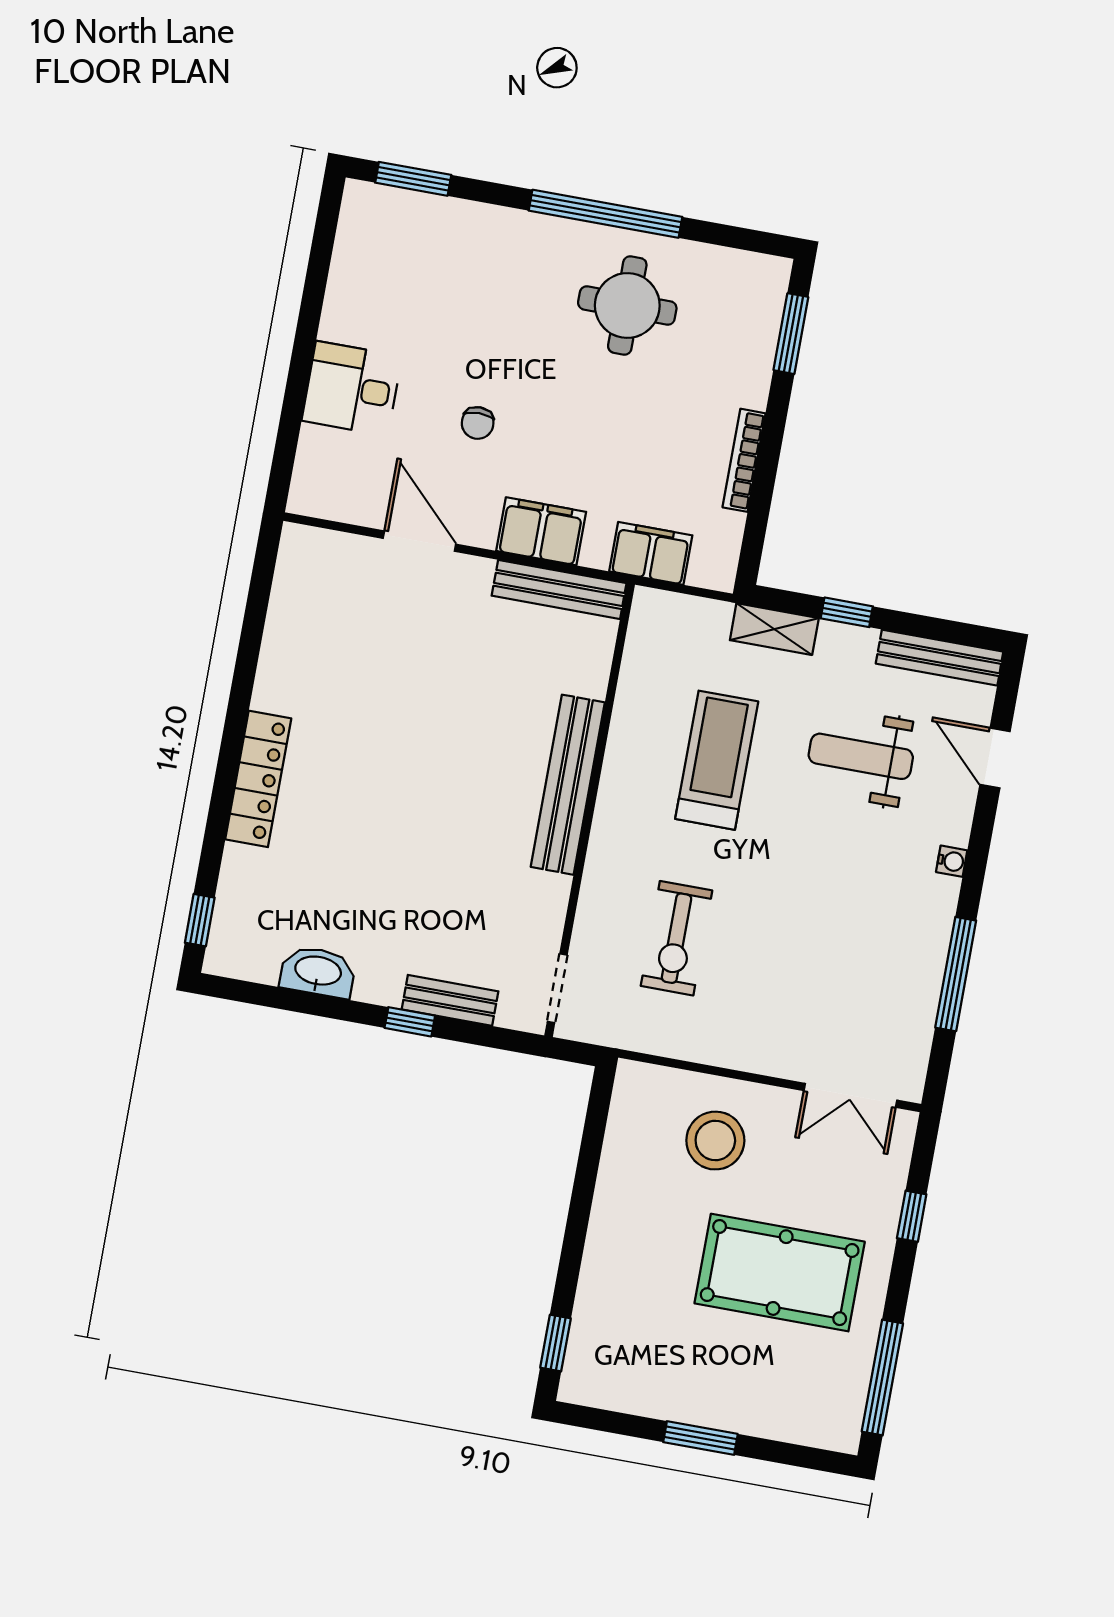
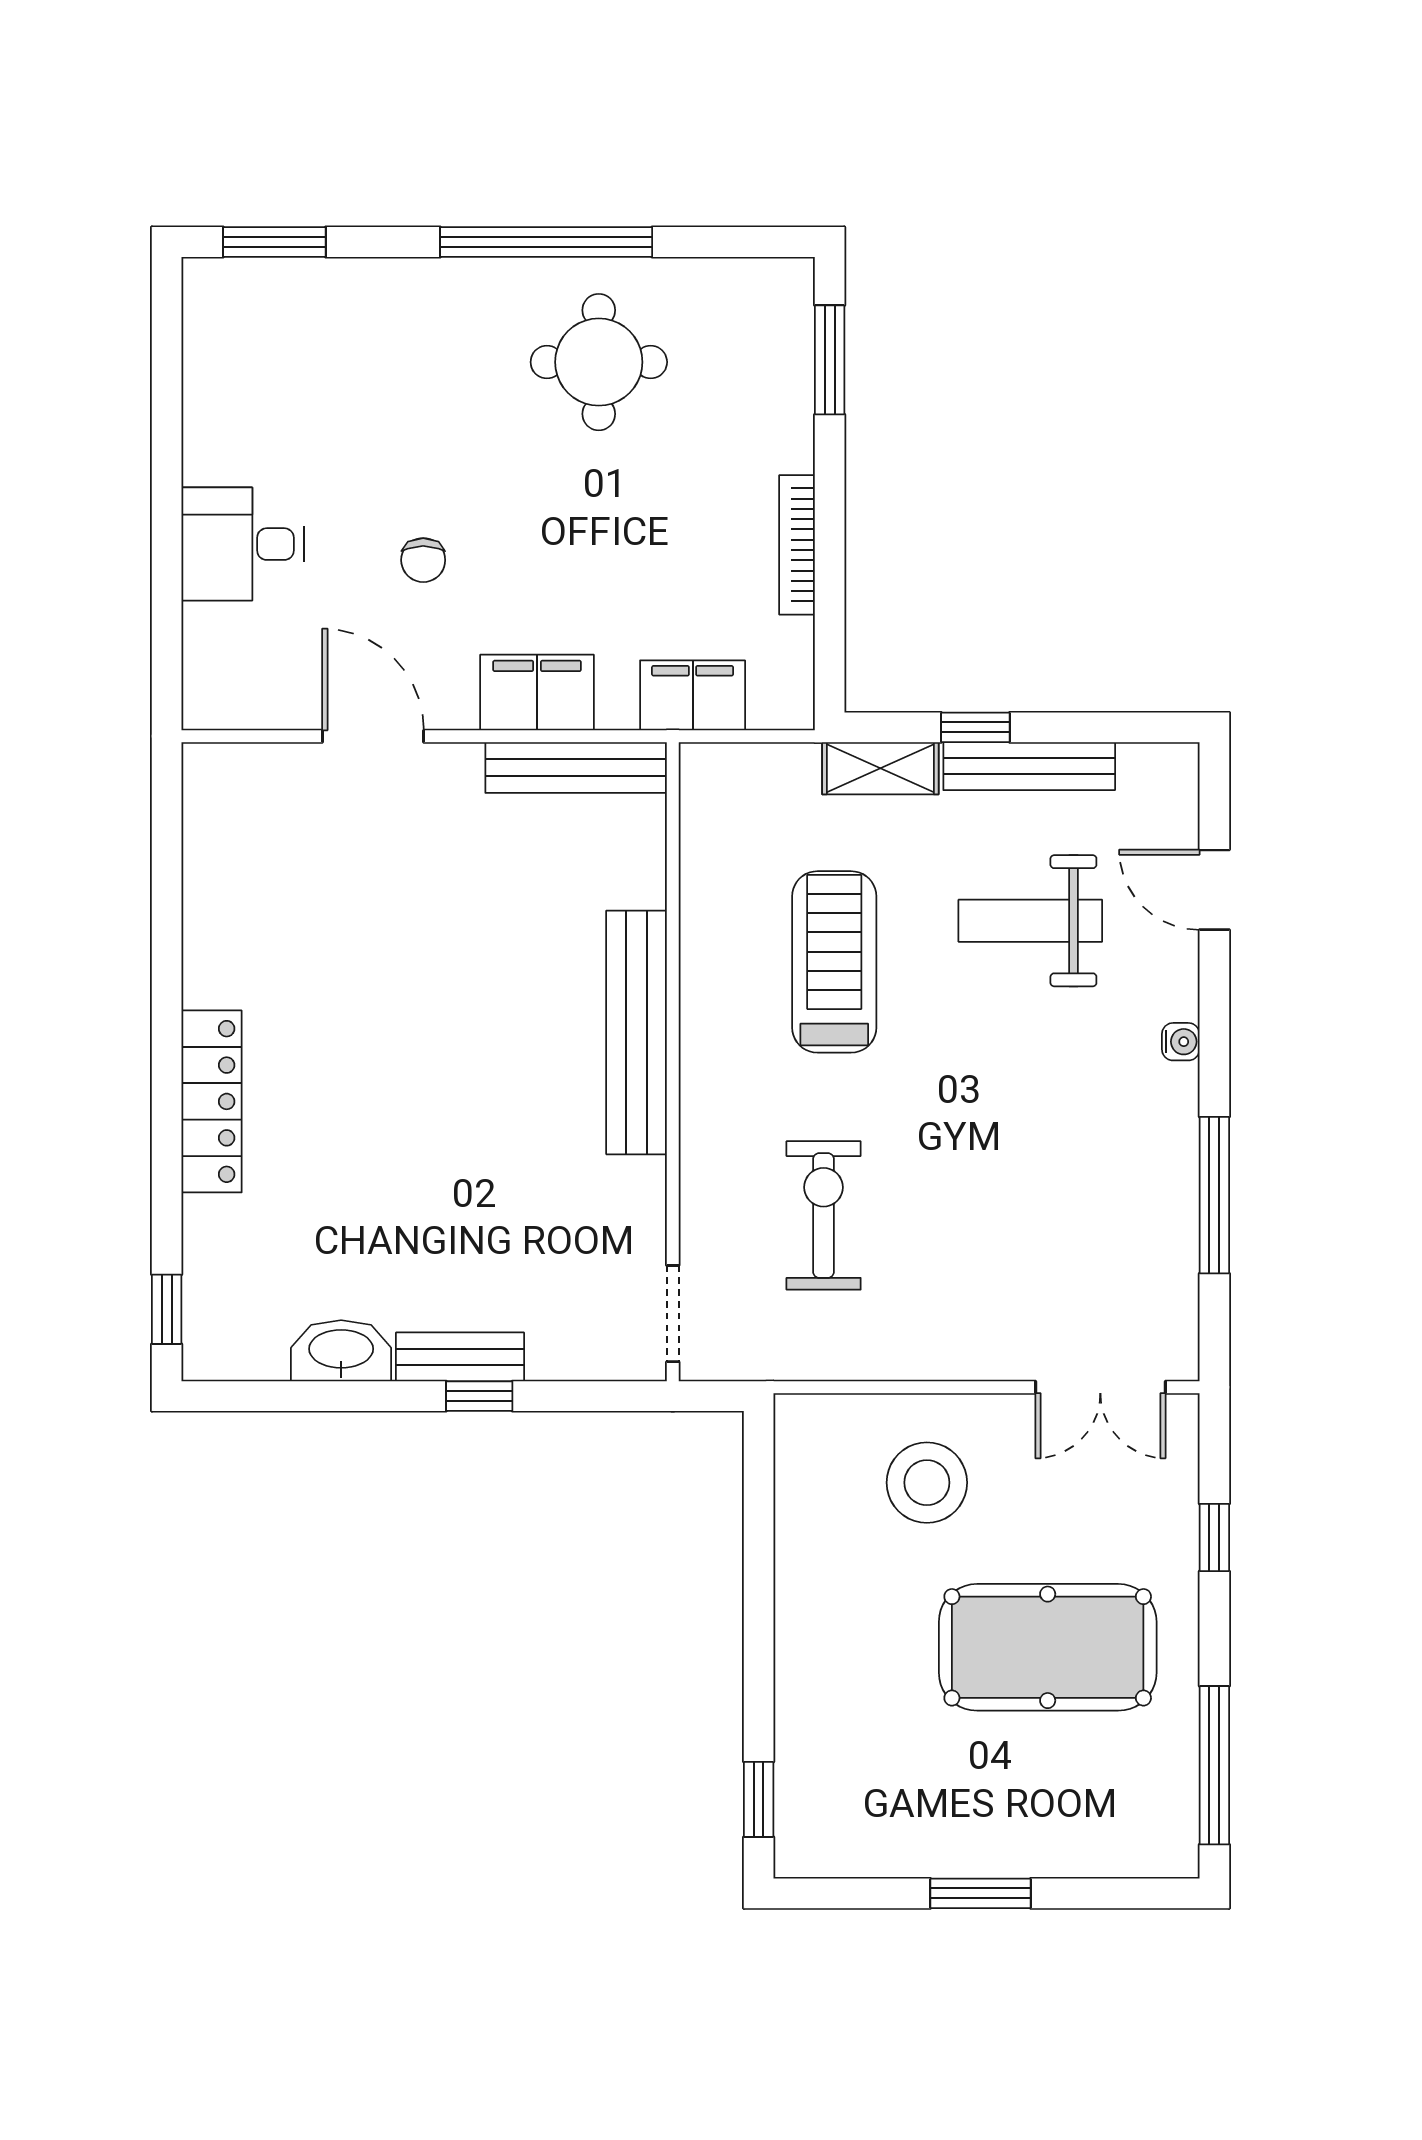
bench: (940, 658) -> (1029, 766), moved
exercise bike: (677, 938) -> (824, 1215), turned 180
bench: (450, 1000) -> (460, 1357), moved

